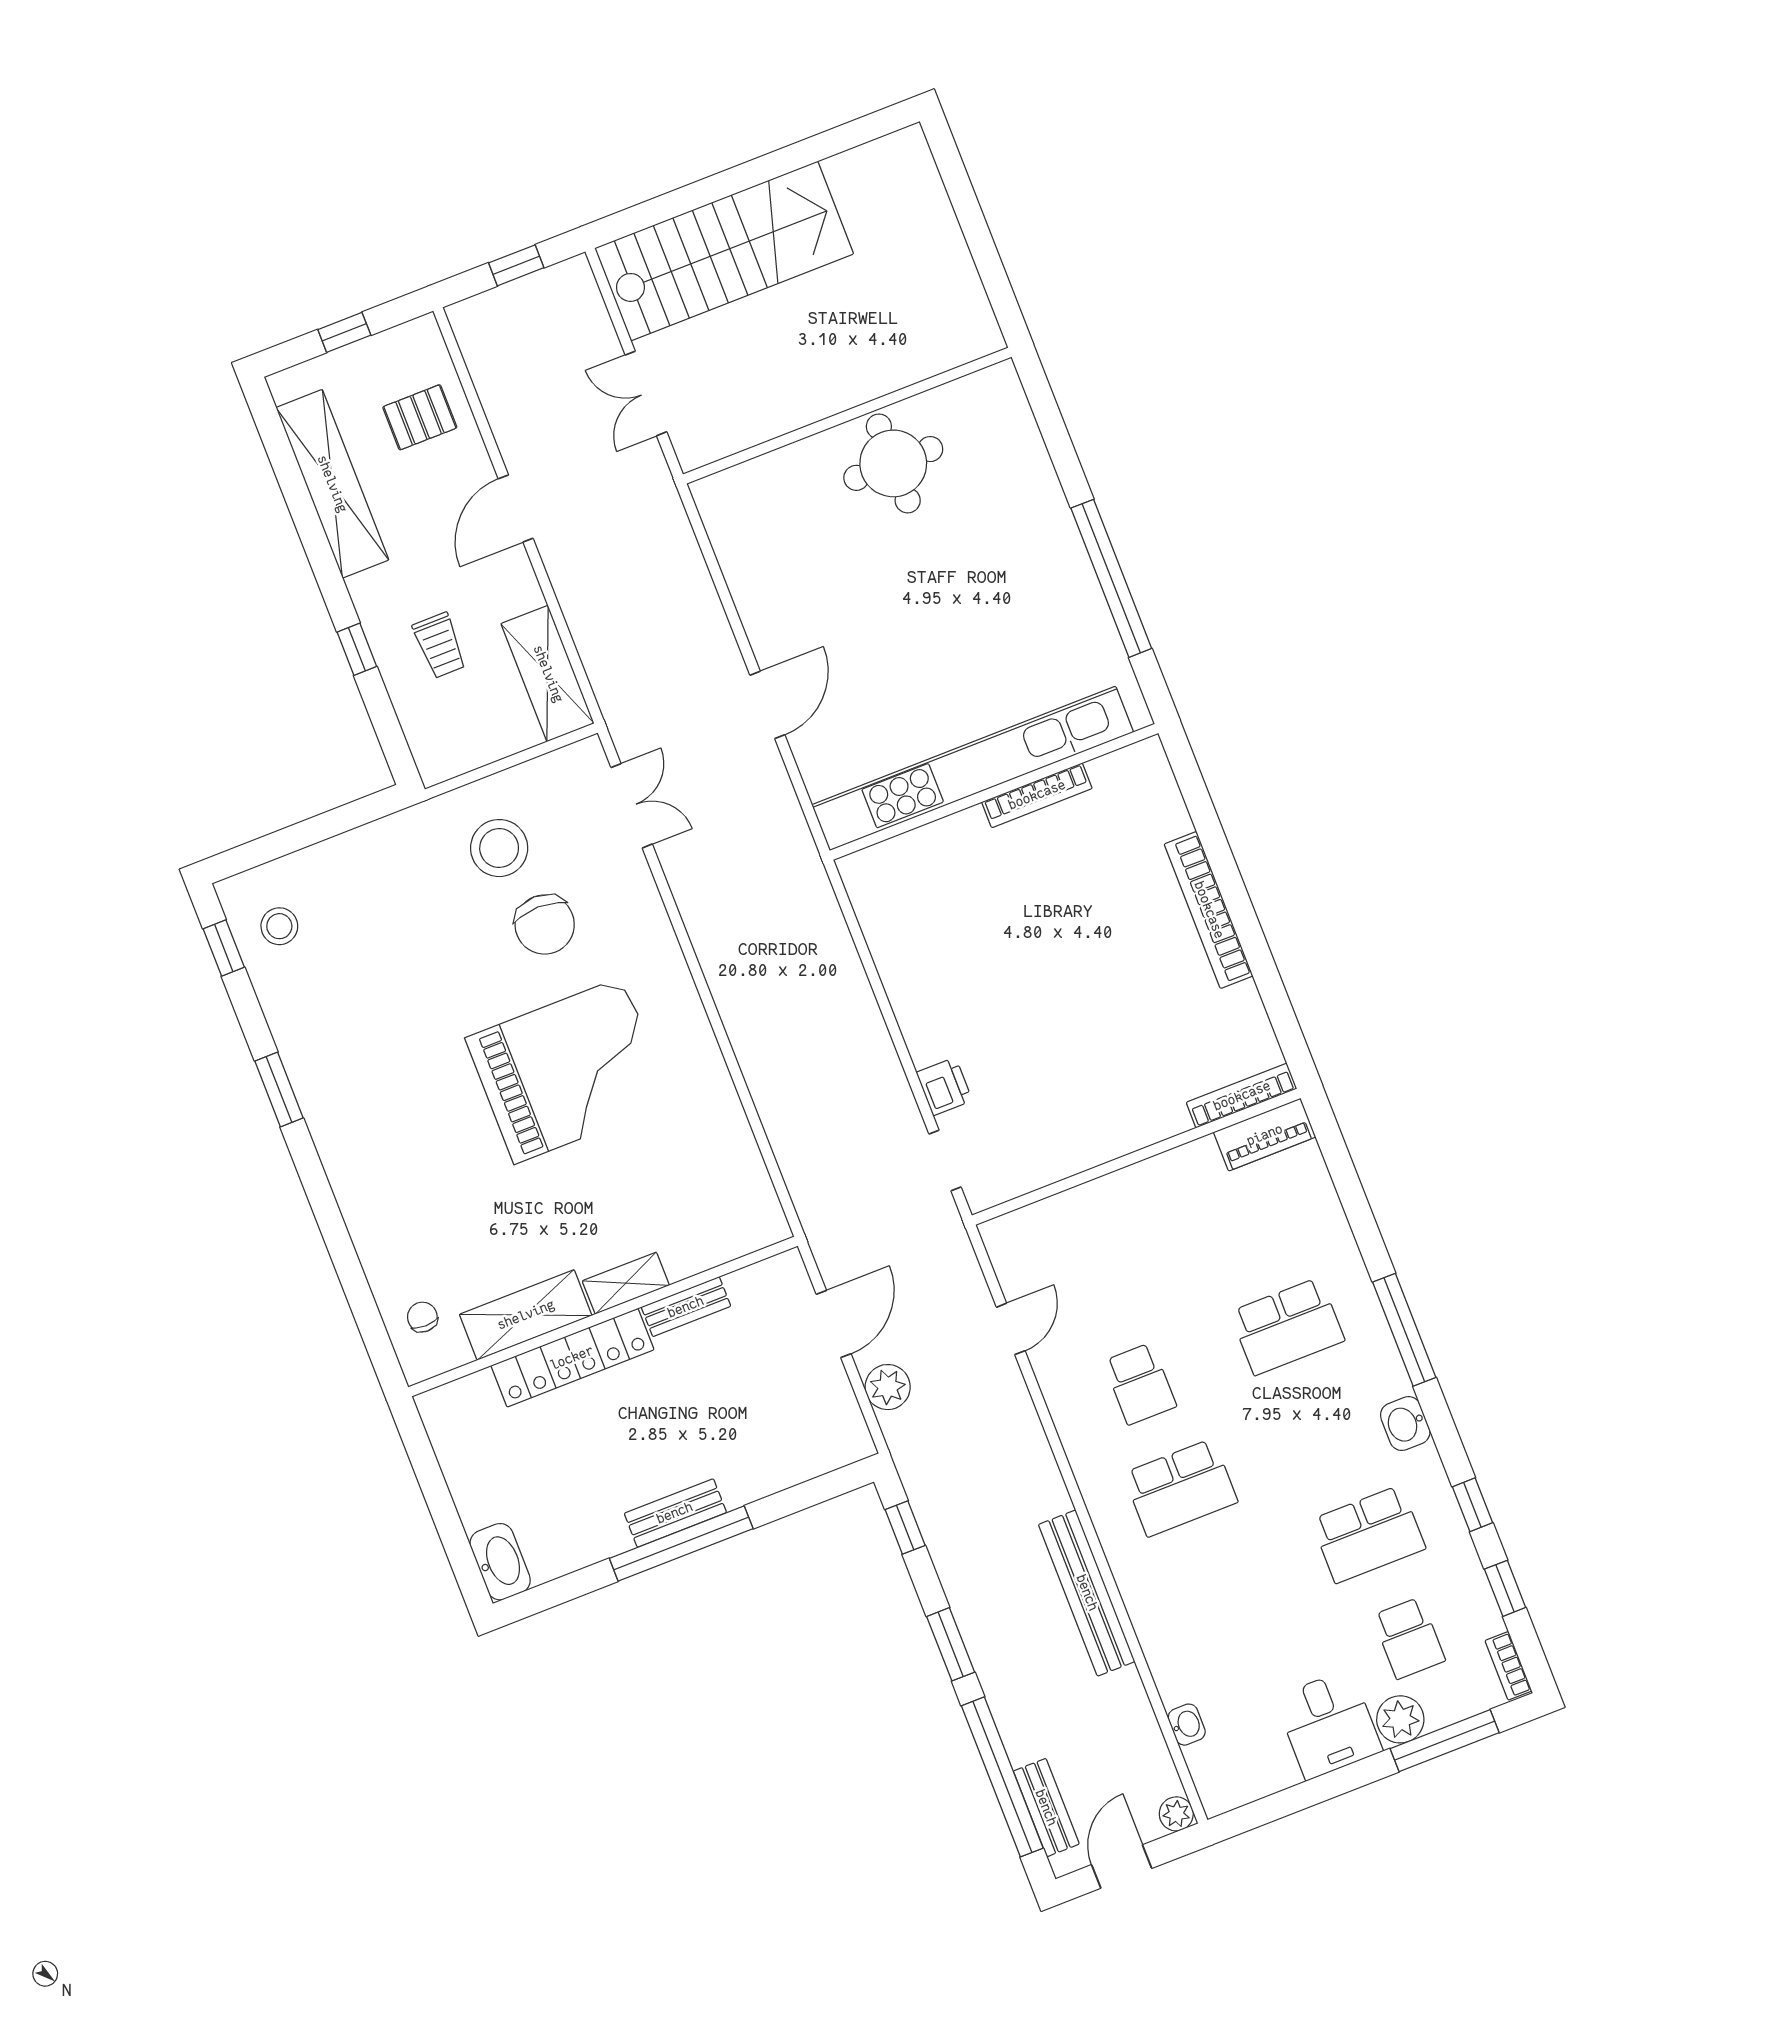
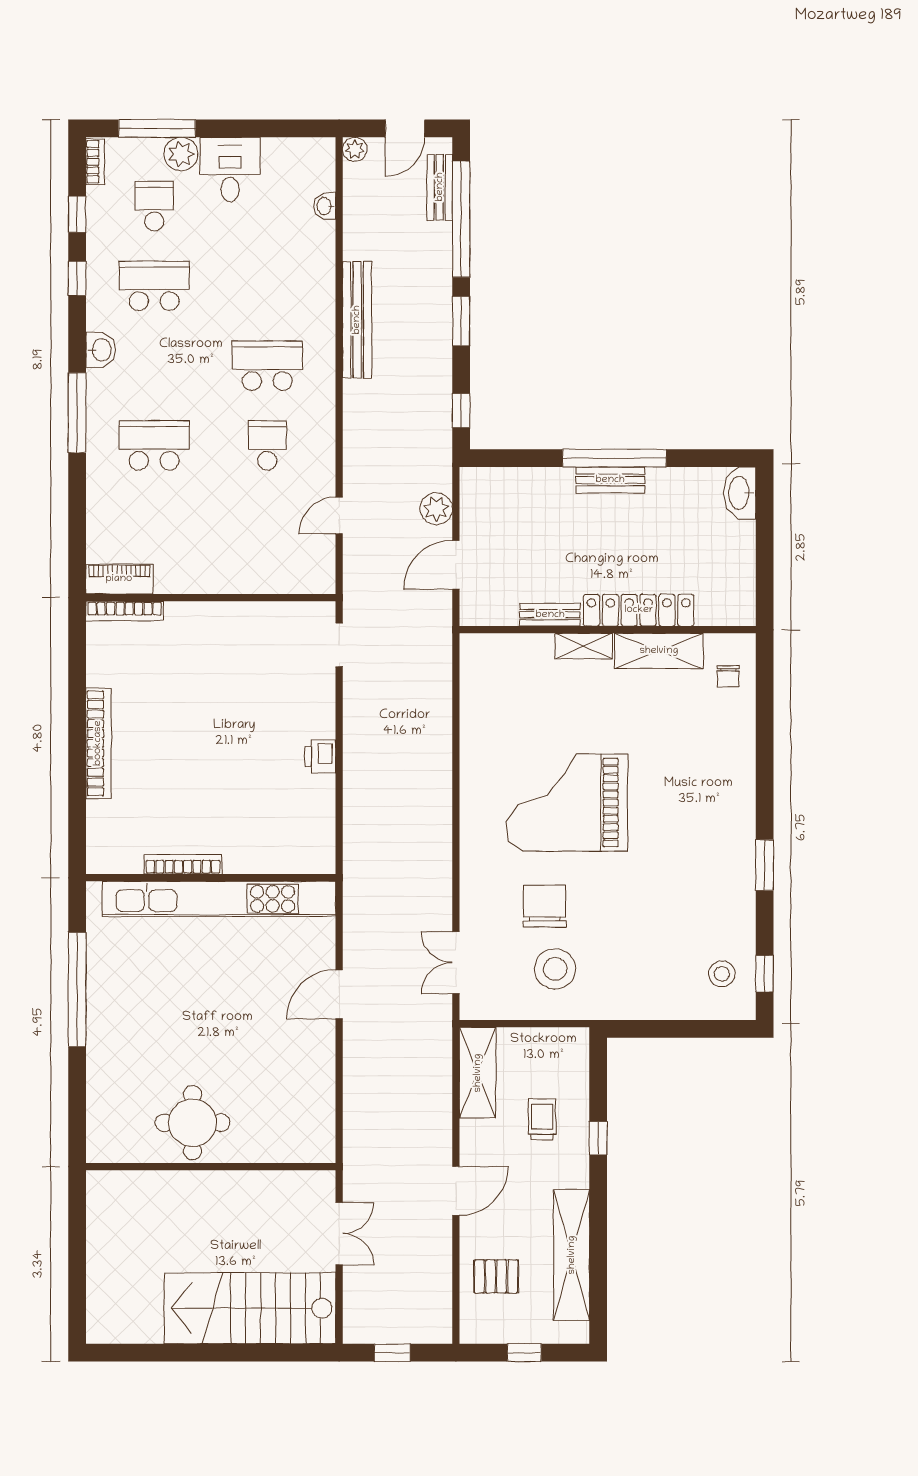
printer: (944, 1086) -> (320, 757), moved

